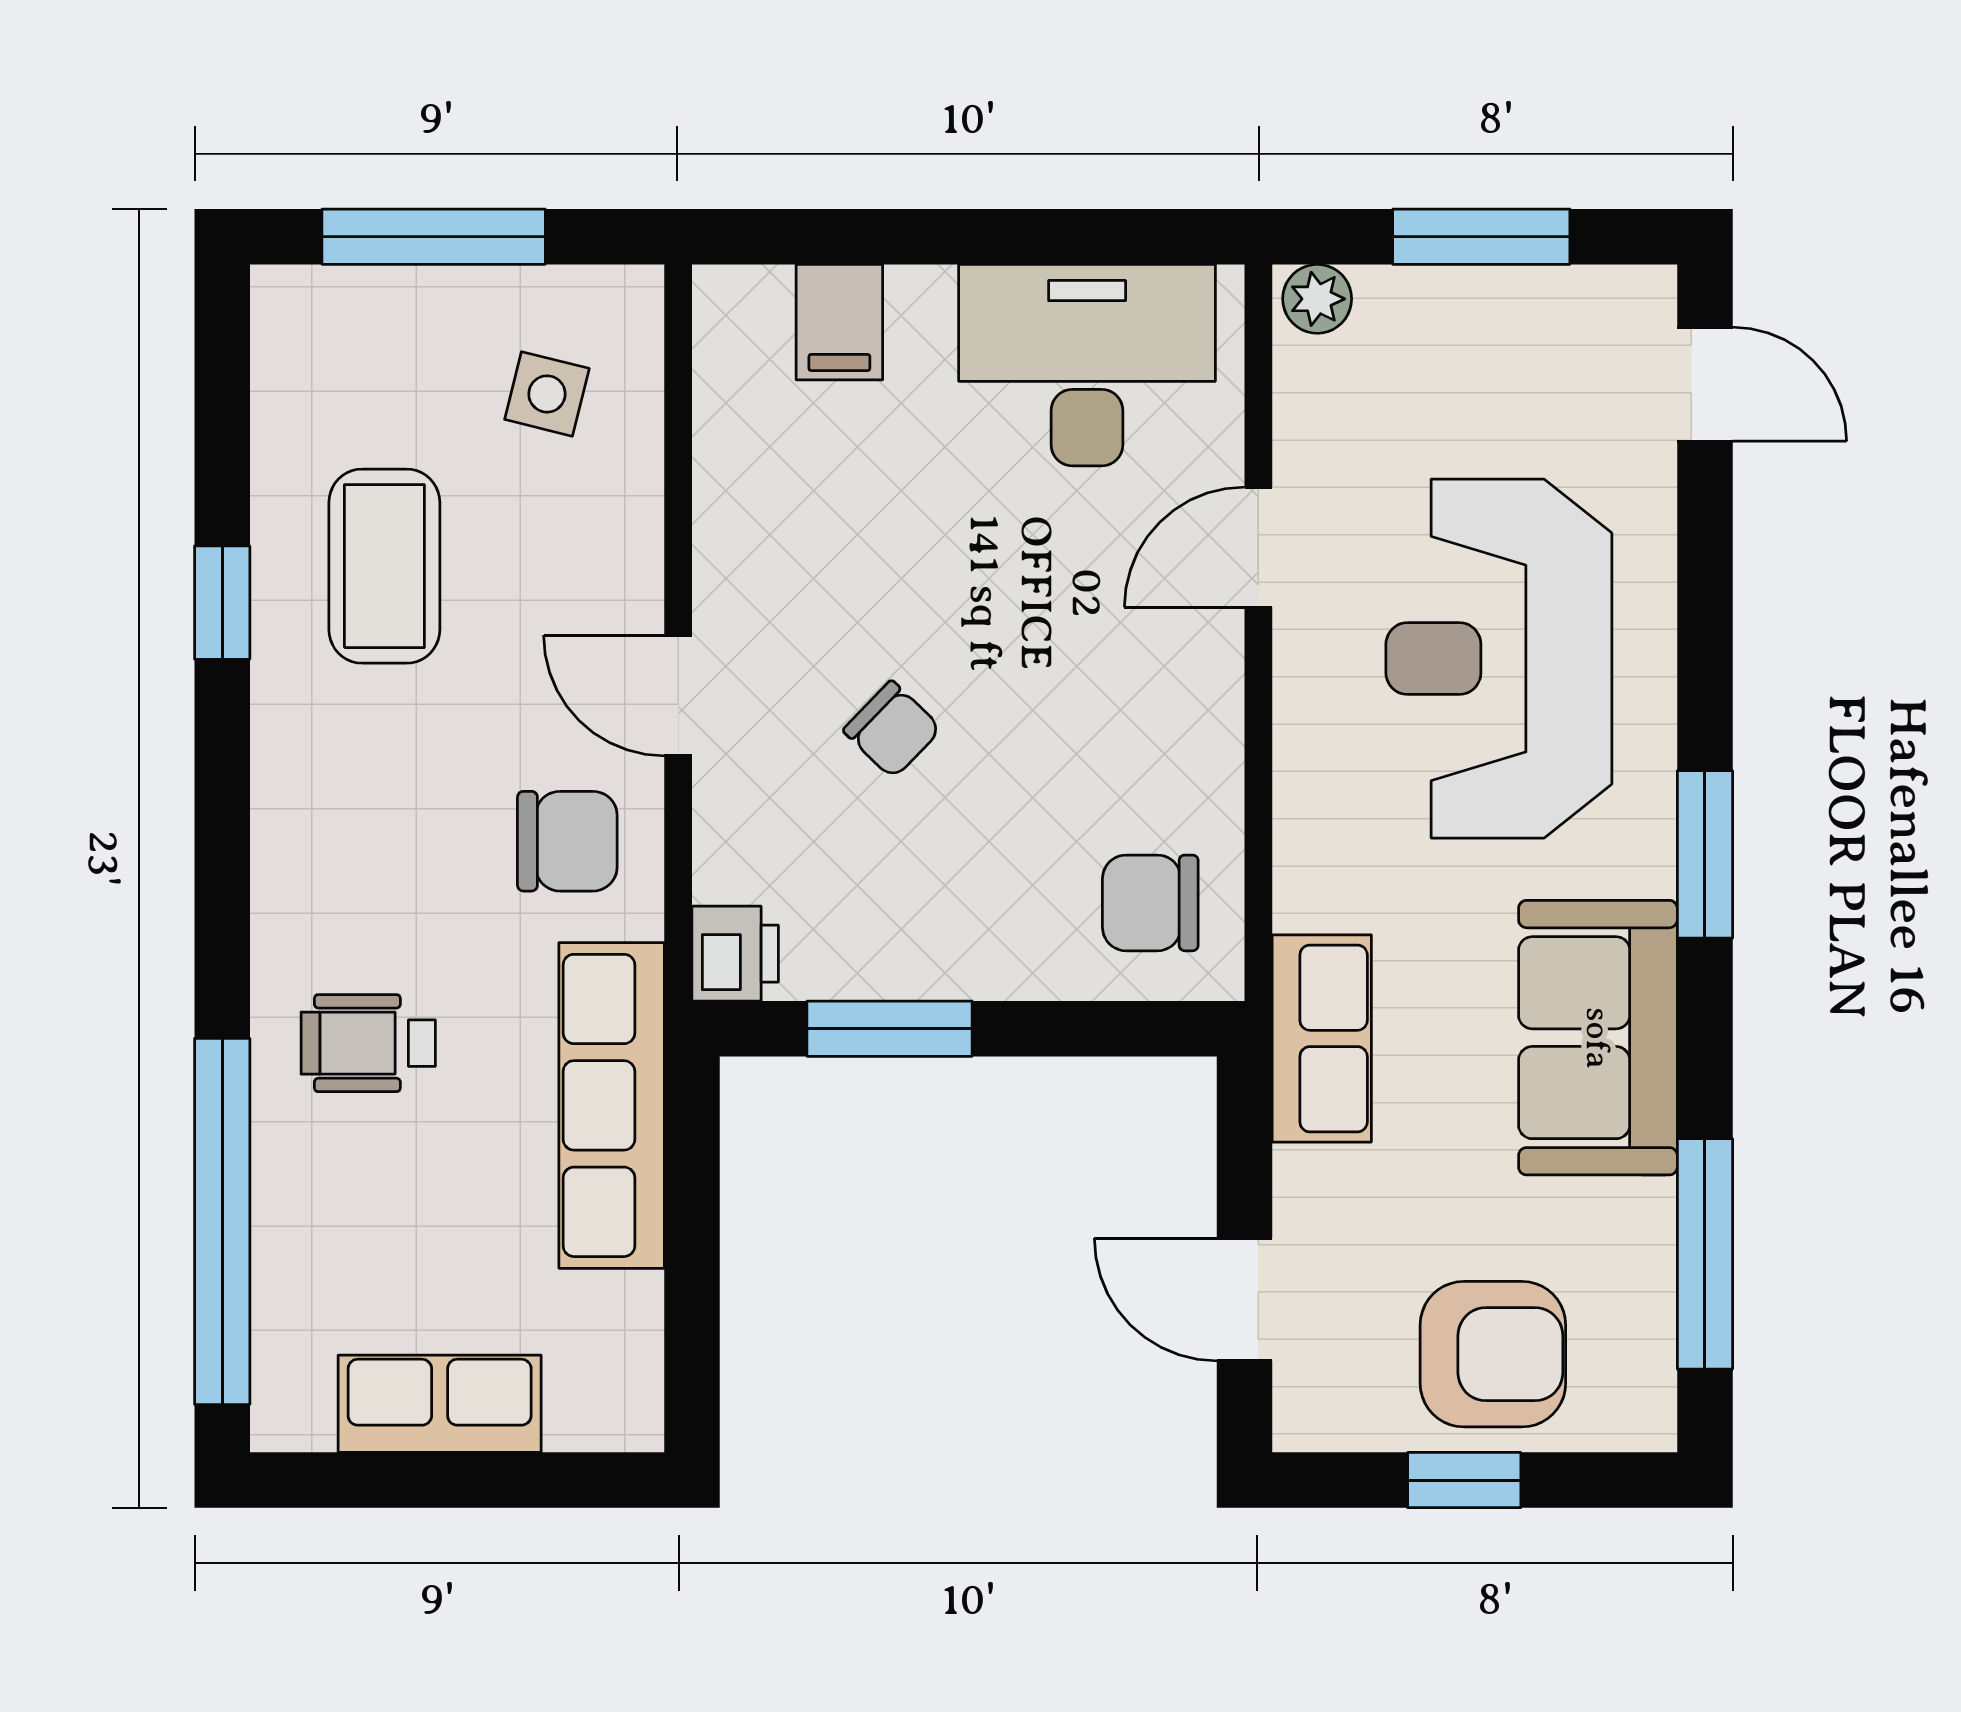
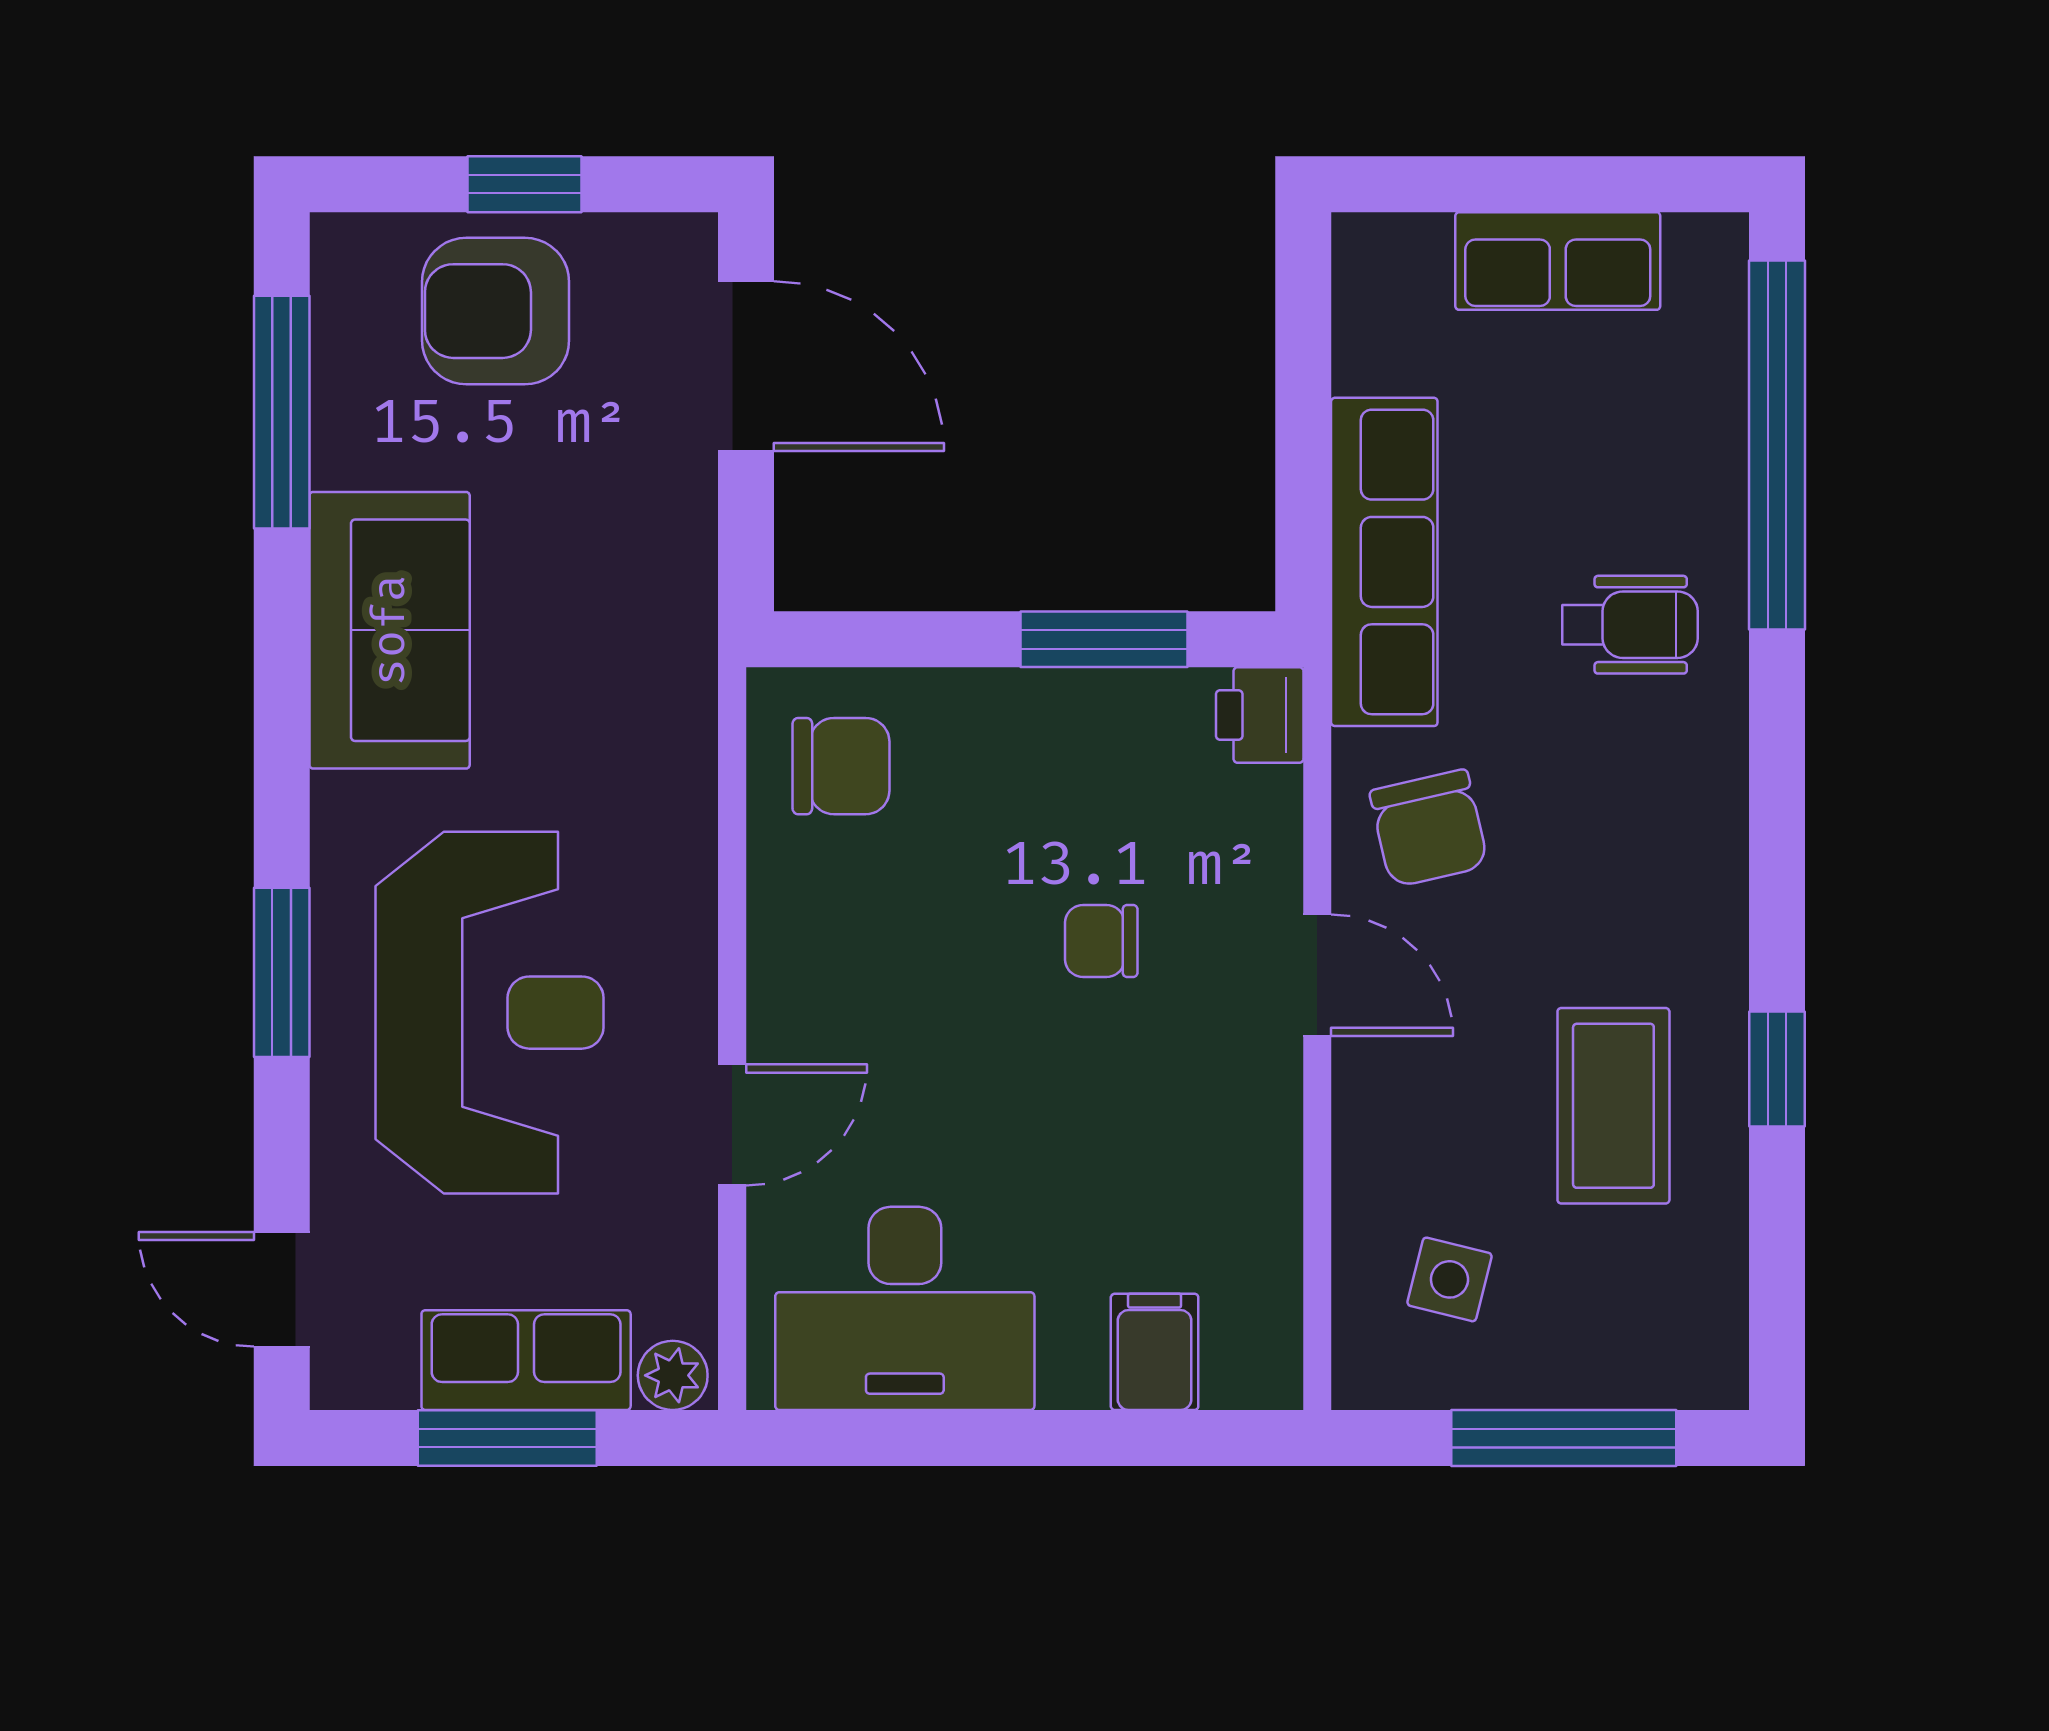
chair: (892, 729) -> (1101, 941), turned -44
chair: (567, 841) -> (1429, 828), turned -103
window: (1705, 854) -> (282, 972), moved
row of seats: (1322, 1038) -> (526, 1360), moved, turned 90
door: (1245, 1299) -> (746, 366), width x1.38

